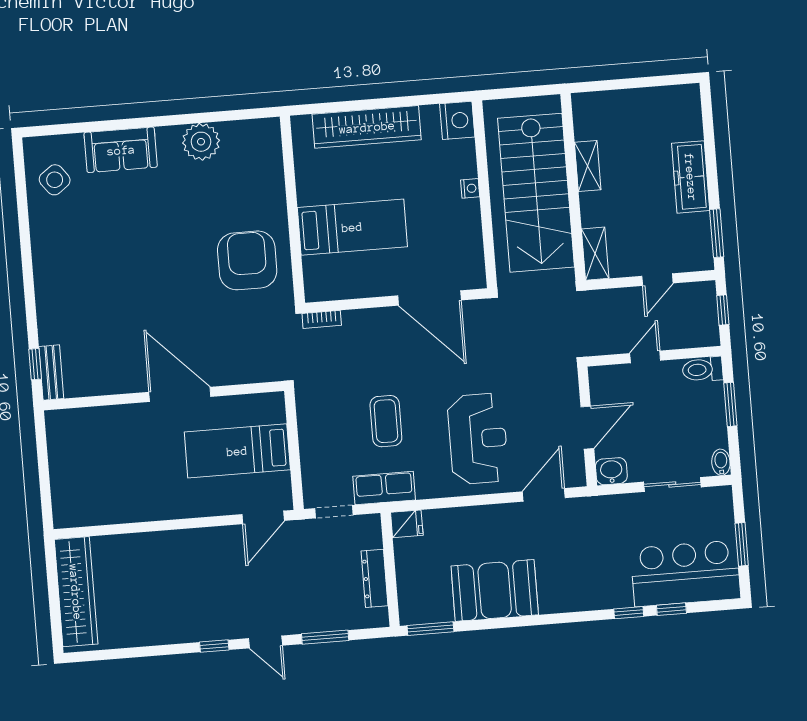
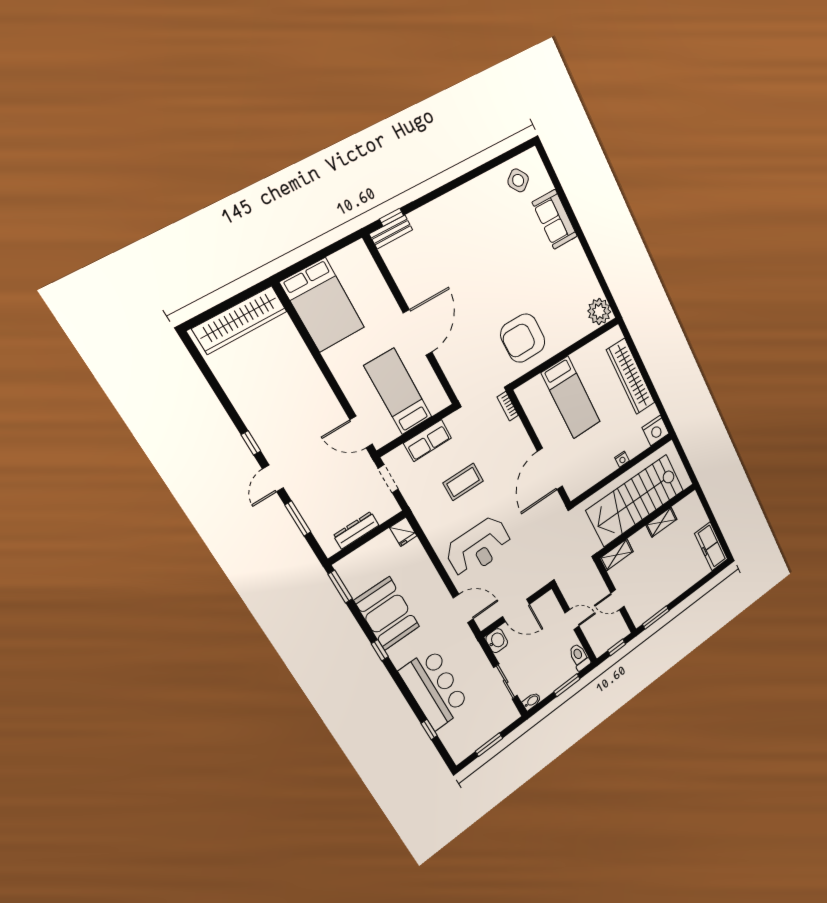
plant: (201, 142) -> (599, 311), moved
freezer: (691, 177) -> (711, 546), moved, turned -90
armchair: (247, 260) -> (523, 338), turned 180
row of seats: (384, 488) -> (428, 441), moved, turned 90
bed: (99, 493) -> (322, 305), added
bar counter: (686, 573) -> (434, 689), moved
window: (629, 613) -> (380, 650), moved

